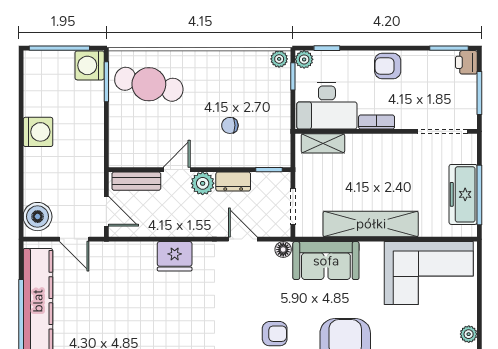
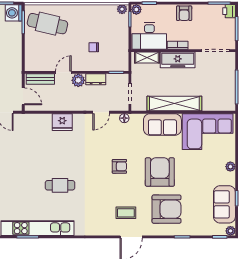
armchair: (388, 66) -> (184, 13), turned -90
freezer: (463, 194) -> (178, 60), moved, turned -90
door: (243, 239) -> (101, 112), swing flipped
sofa: (326, 261) -> (162, 124), moved

